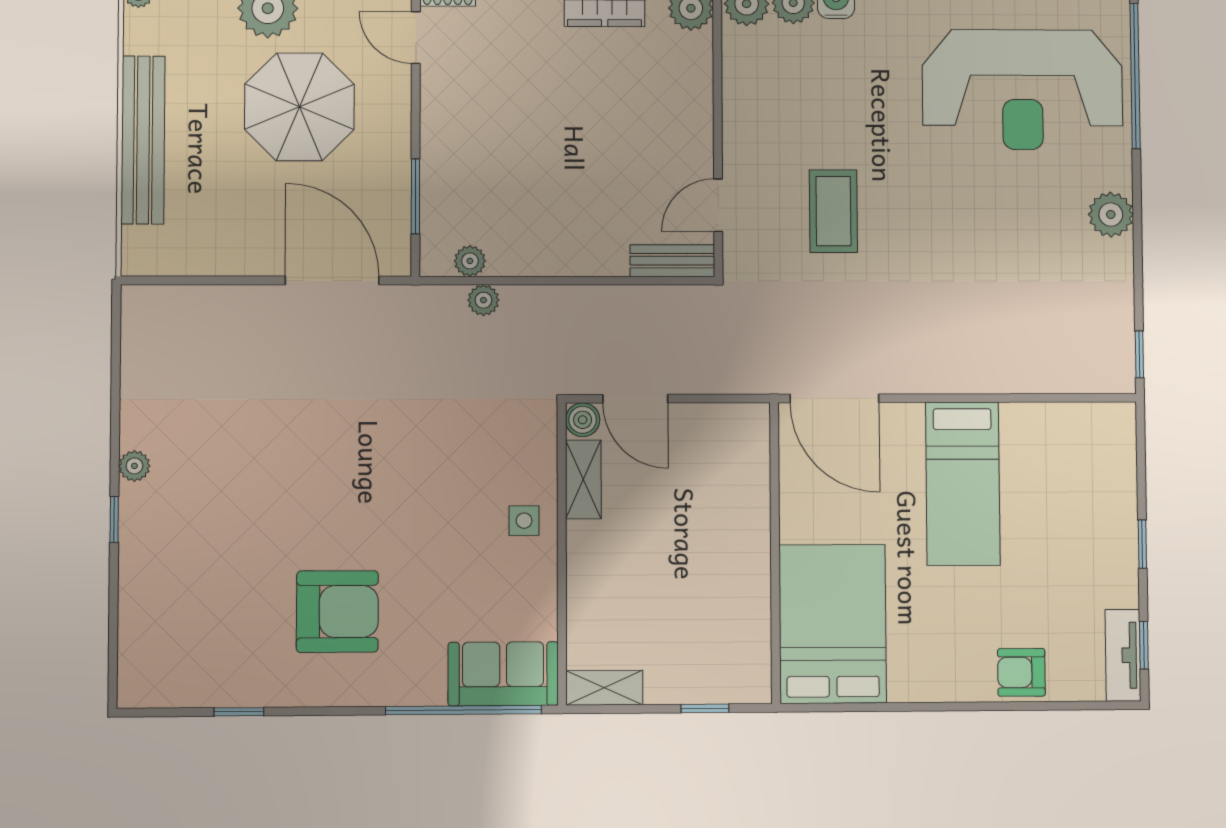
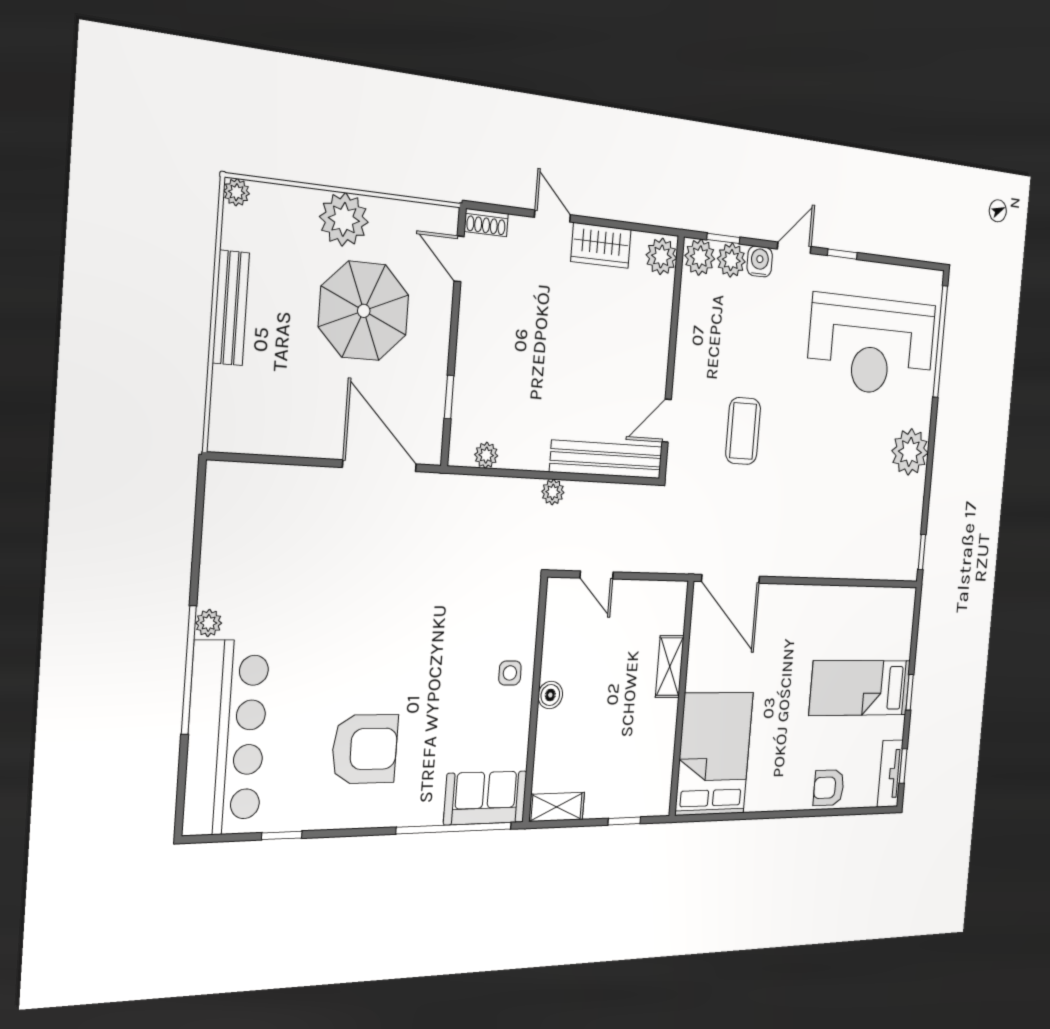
bench: (143, 140) -> (231, 308), width x0.73, depth x0.82
window: (415, 196) -> (449, 397), width x0.67
plant: (1111, 215) -> (910, 452), width x1.36, depth x1.36
bench: (672, 261) -> (606, 459), width x1.86, depth x1.21
plant: (483, 300) -> (553, 492), moved
door: (635, 399) -> (597, 575), width x0.73
boiler: (583, 420) -> (550, 695), moved
shelving: (583, 479) -> (670, 667), moved
bed: (963, 484) -> (860, 688), moved, turned 90
window: (114, 519) -> (189, 670), width x3.17
bar counter: (163, 596) -> (226, 738), added

